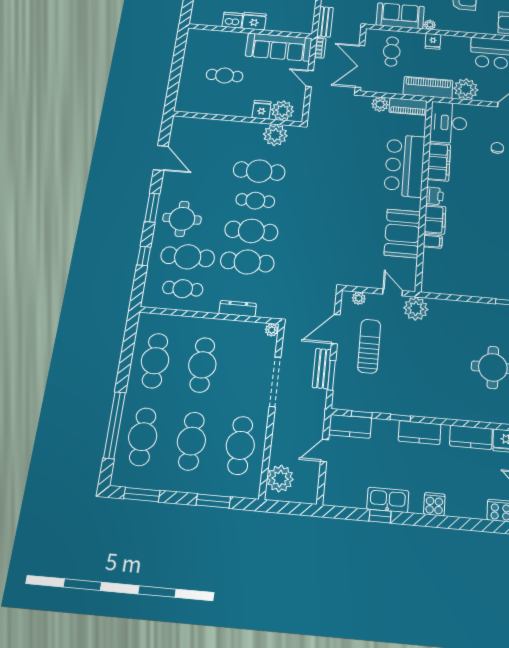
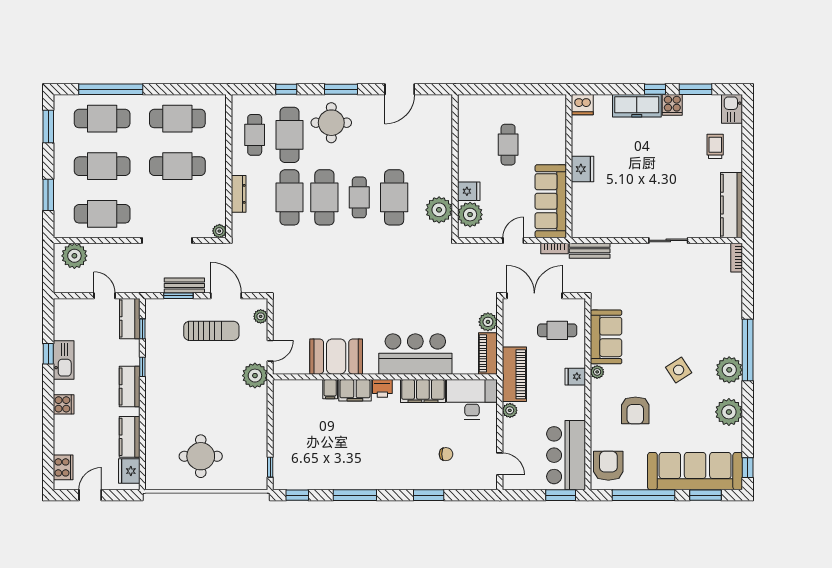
dishwasher: (232, 20) -> (582, 105), moved, turned 90
plant: (466, 89) -> (510, 410), width x0.53, depth x0.53

